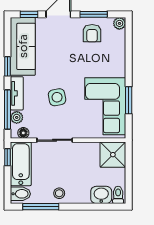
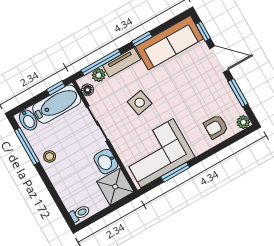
armchair: (92, 33) -> (216, 127), moved
washbasin: (101, 195) -> (106, 162), moved, turned 180

